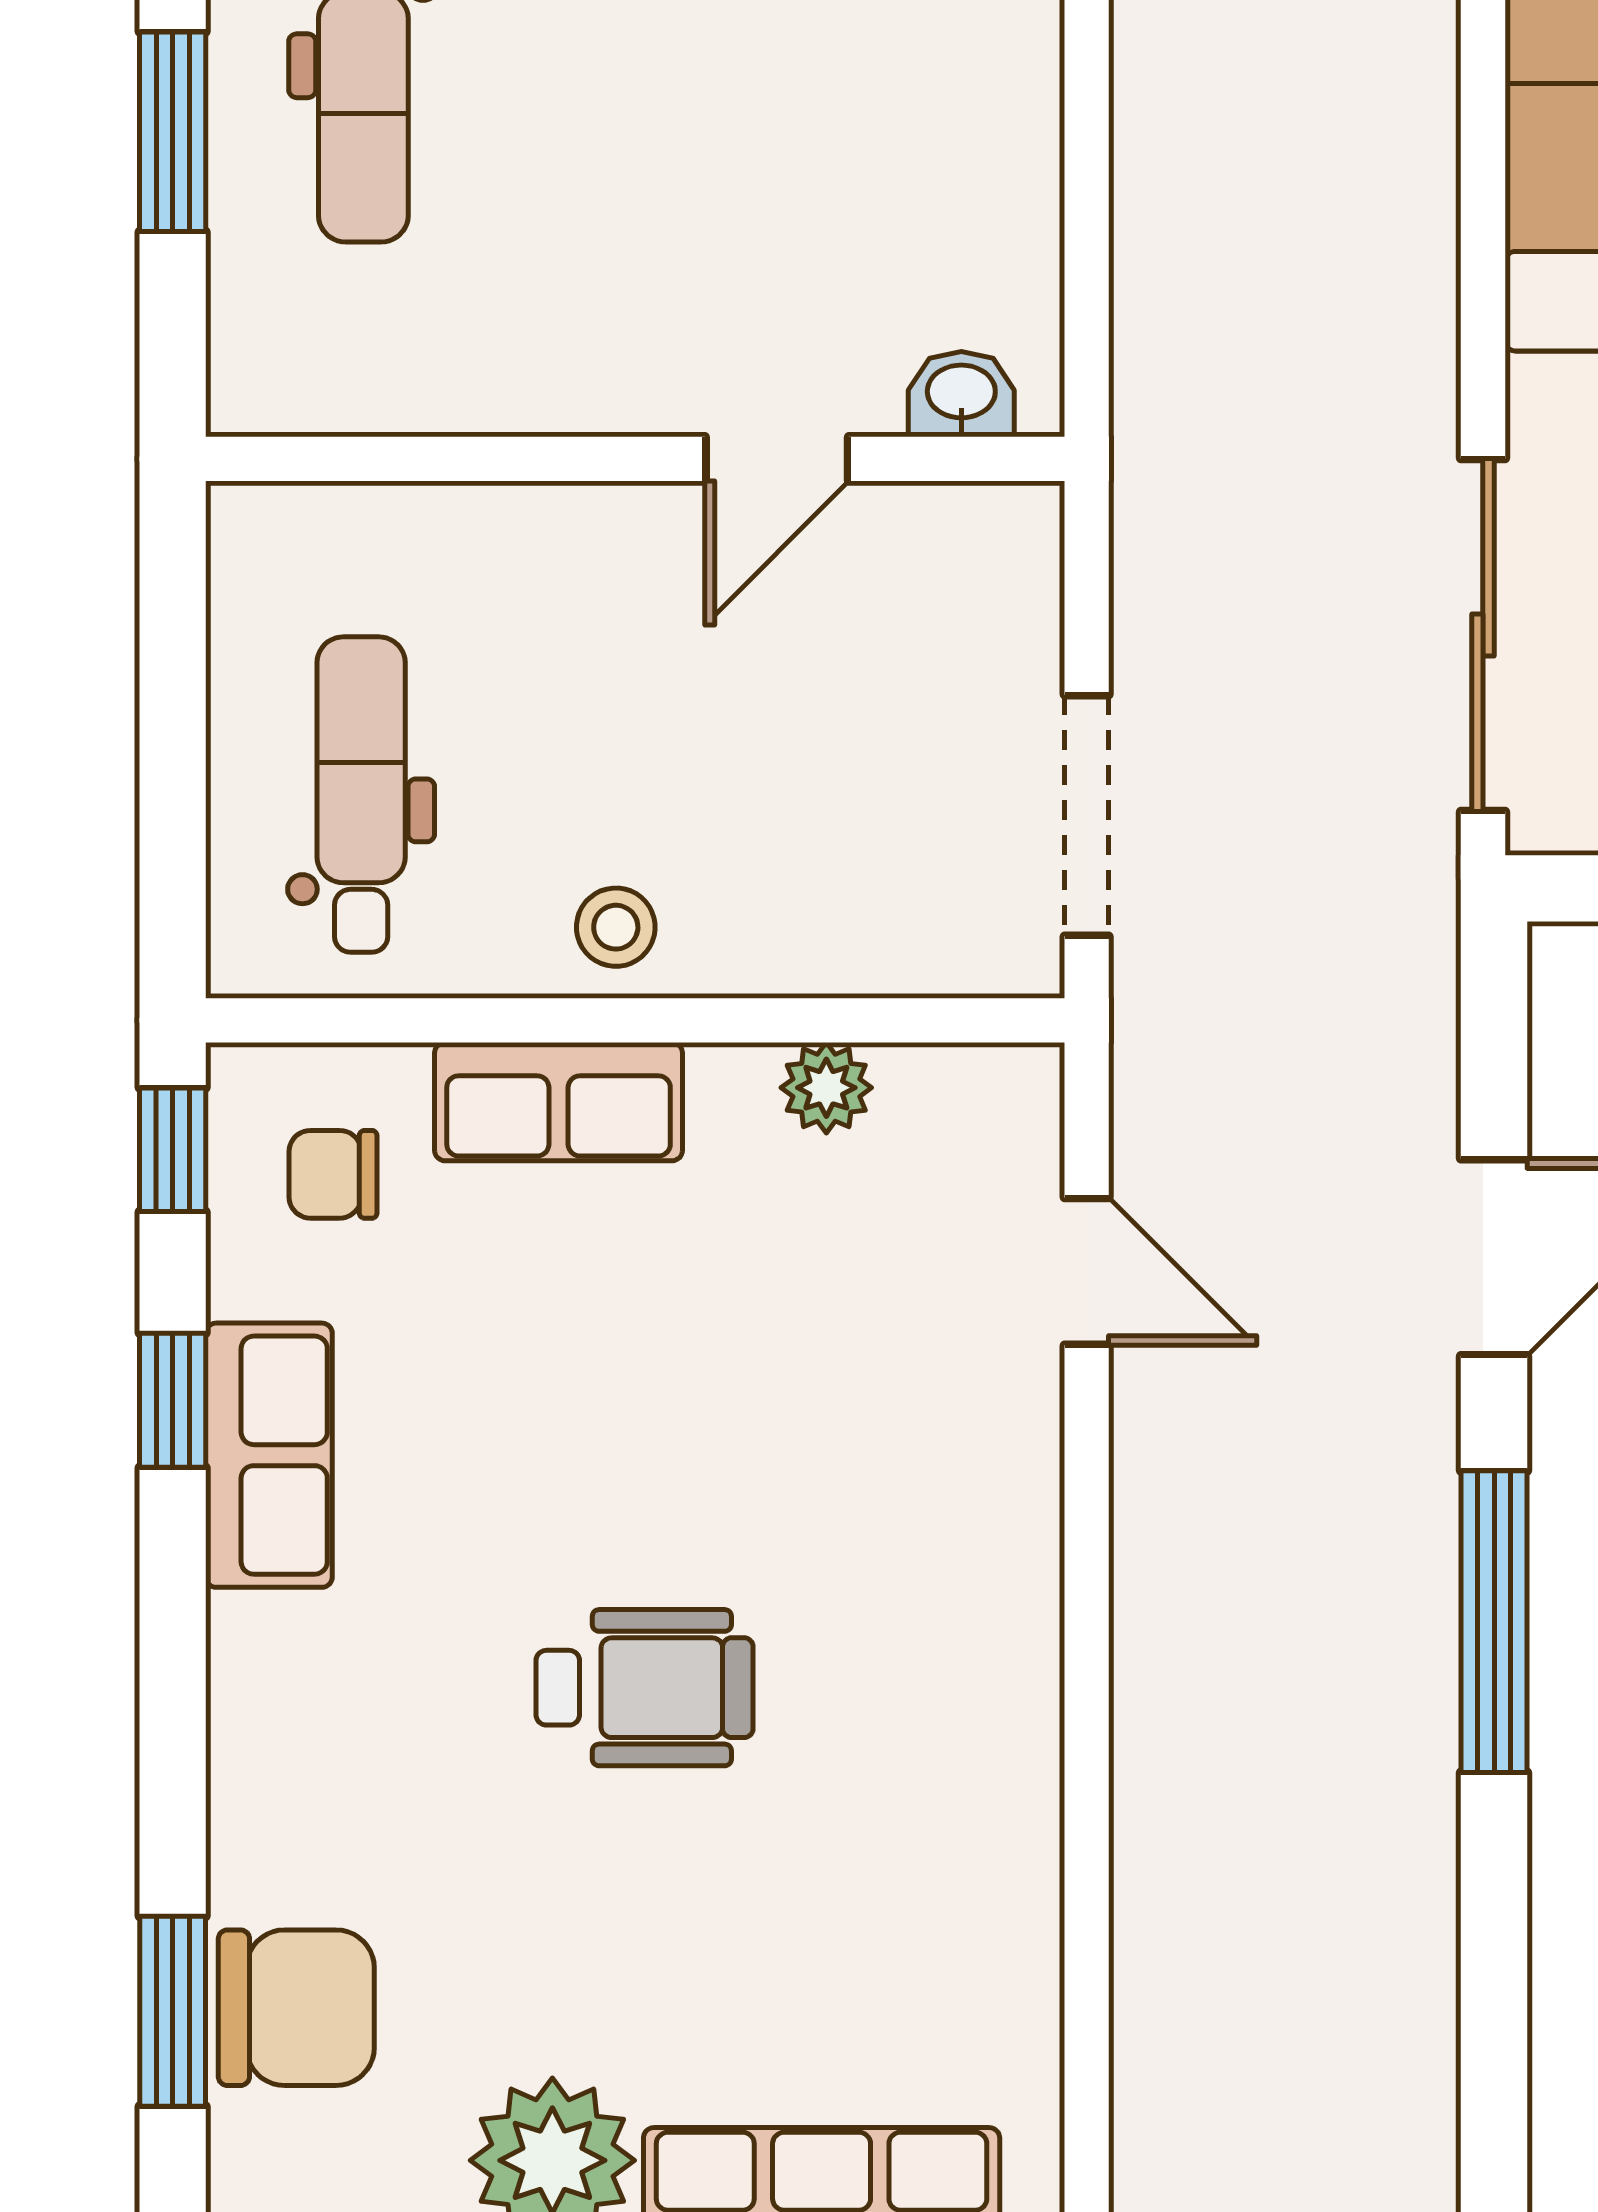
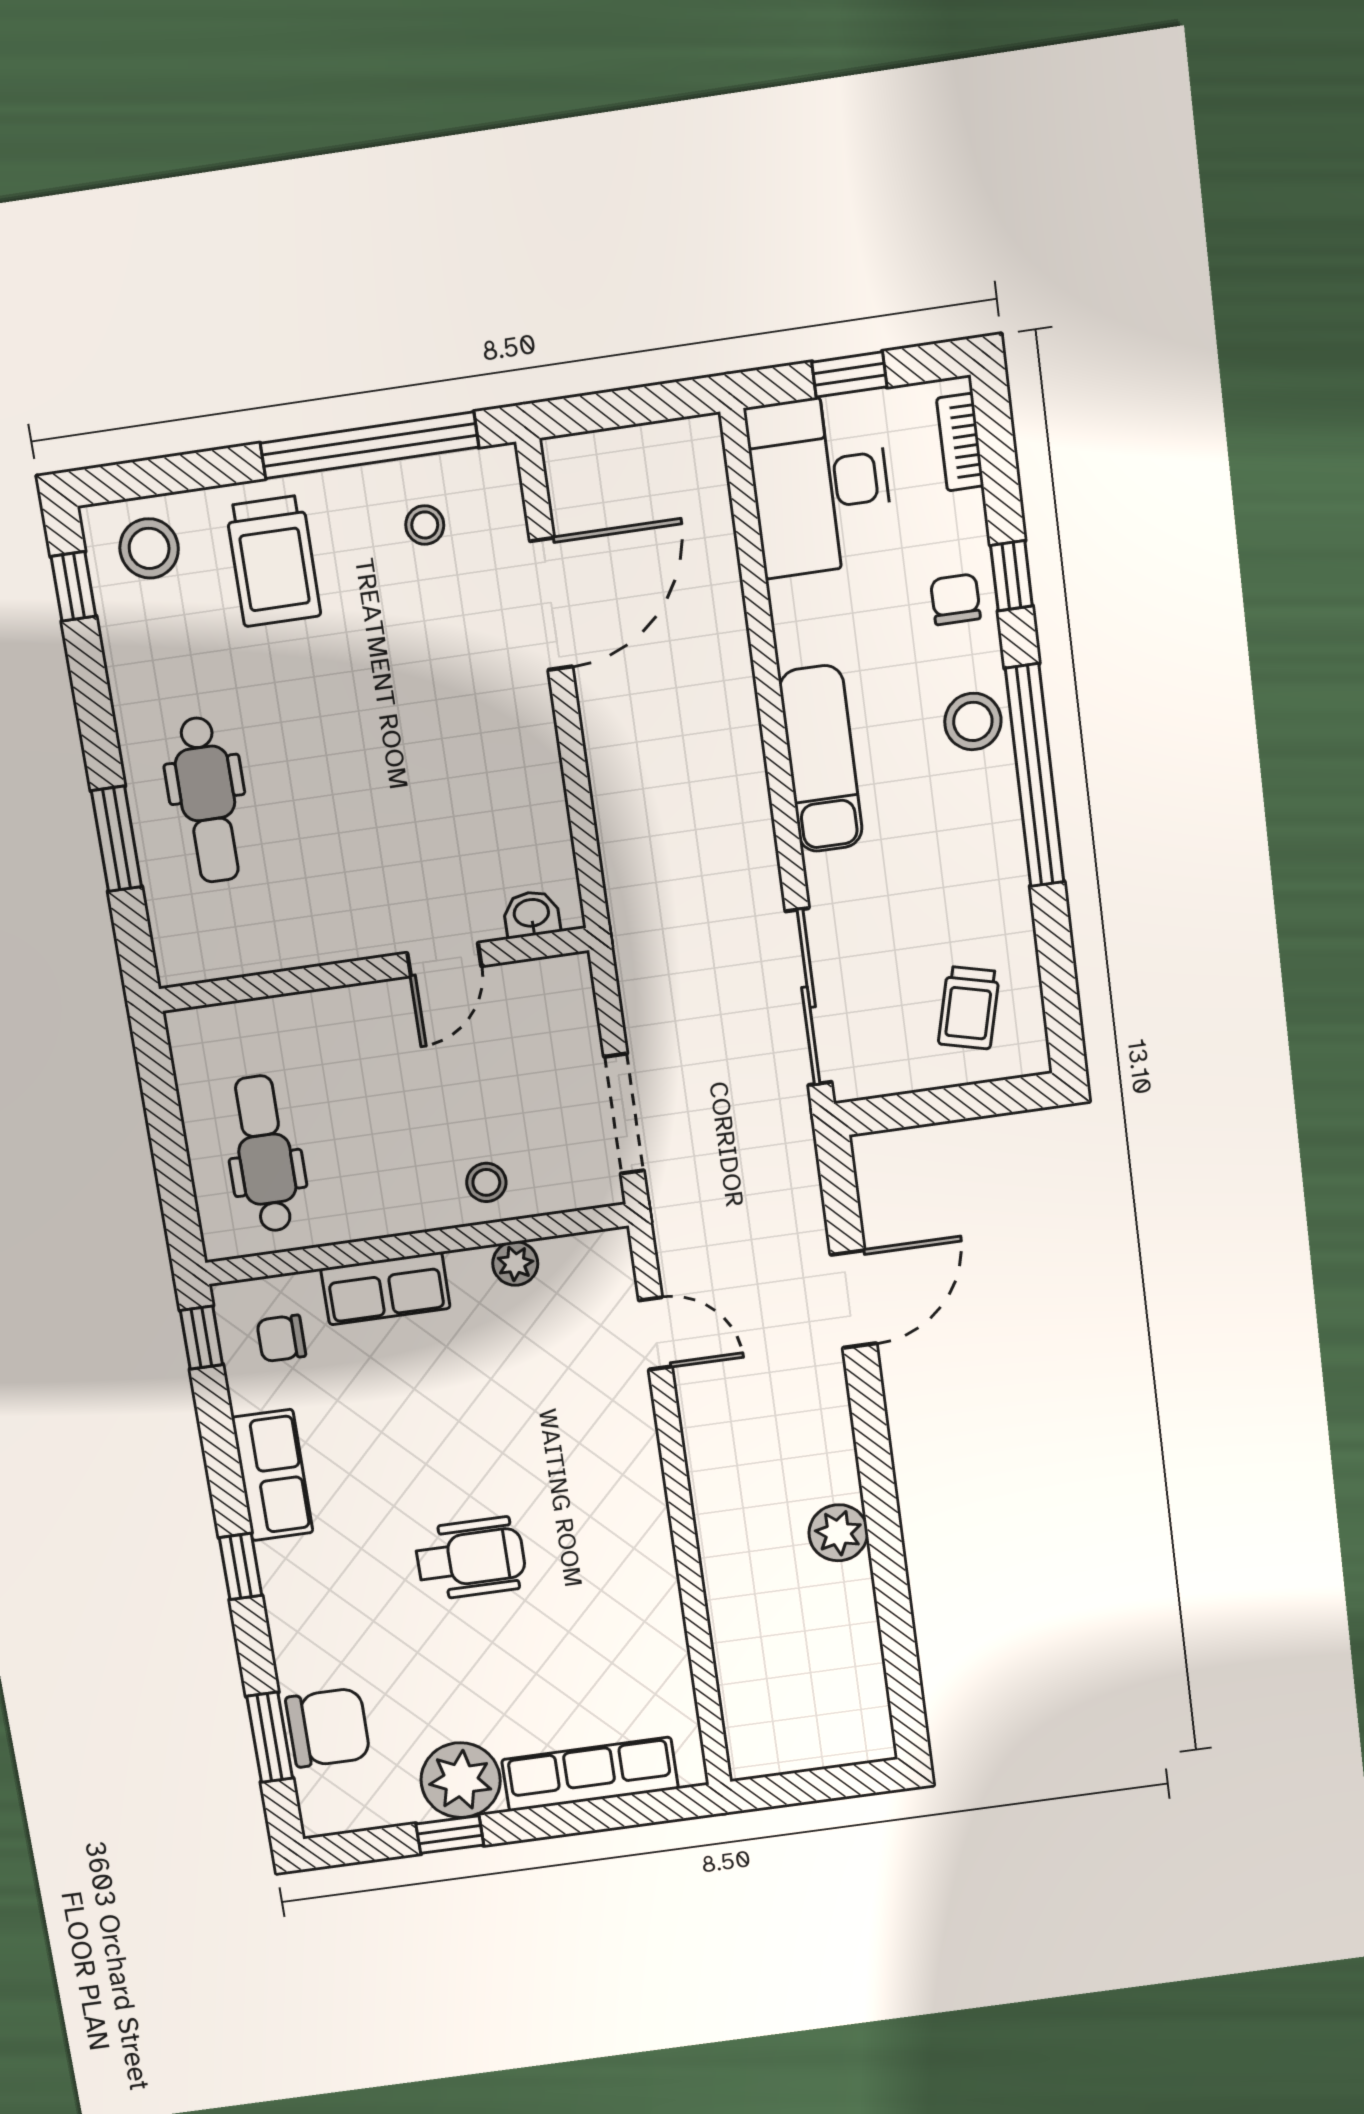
stool: (616, 927) -> (486, 1182), moved
window: (173, 1400) -> (241, 1567), moved
window: (1494, 1622) -> (876, 1472), removed
plant: (1401, 1740) -> (838, 1533), added

